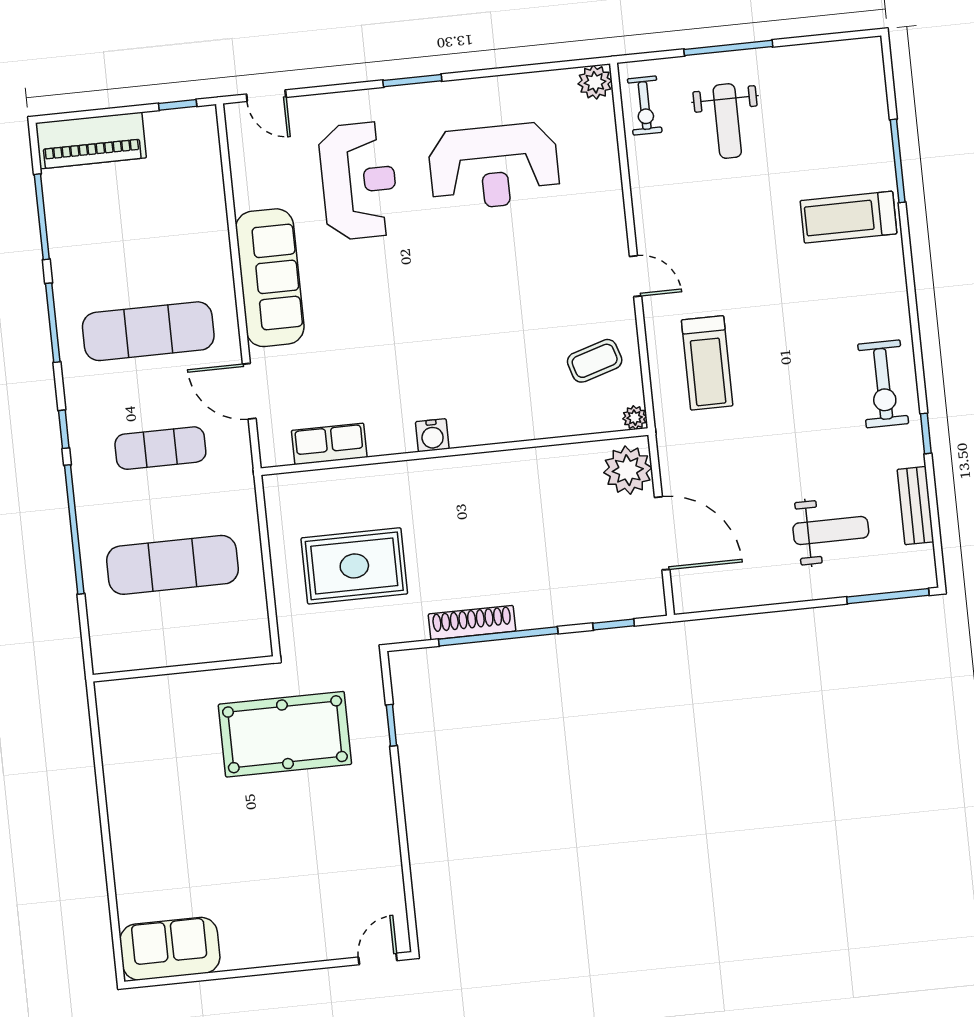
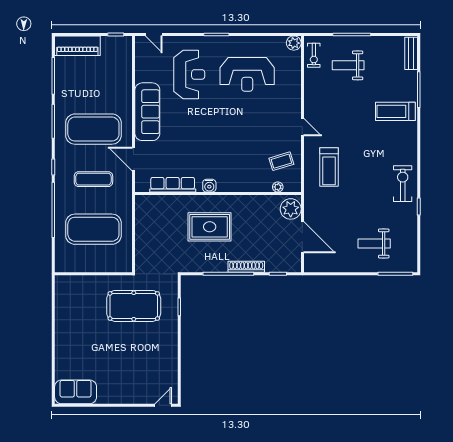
weight bench: (727, 121) -> (348, 65), turned 90
exercise mat: (148, 331) -> (93, 129), width x1.47
exercise bike: (883, 384) -> (403, 184), turned 180
plant: (635, 418) -> (278, 187), moved
row of seats: (329, 444) -> (173, 185), width x1.48
bench: (915, 506) -> (411, 53), moved
weight bench: (831, 530) -> (374, 243), turned 180
exercise mat: (172, 565) -> (93, 229), width x1.47
rug: (354, 566) -> (210, 227), moved
shoe rack: (472, 623) -> (246, 267), moved

